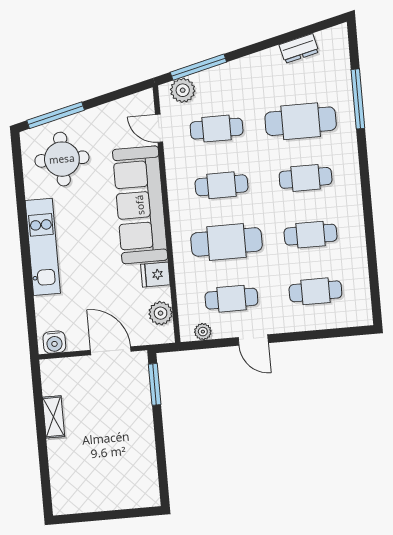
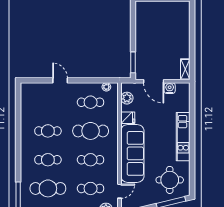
door: (159, 128) -> (120, 191), hinge flipped
cafe table: (315, 291) -> (48, 102), removed
door: (253, 340) -> (60, 80), moved
water cooler: (54, 342) -> (170, 88), moved
shelving: (53, 417) -> (185, 69), moved

